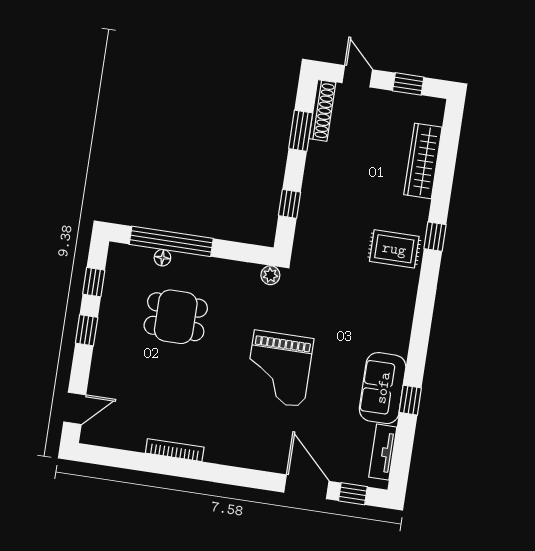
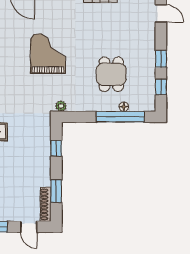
dining table: (176, 317) -> (111, 74), turned 90
door: (75, 408) -> (161, 13), swing flipped

